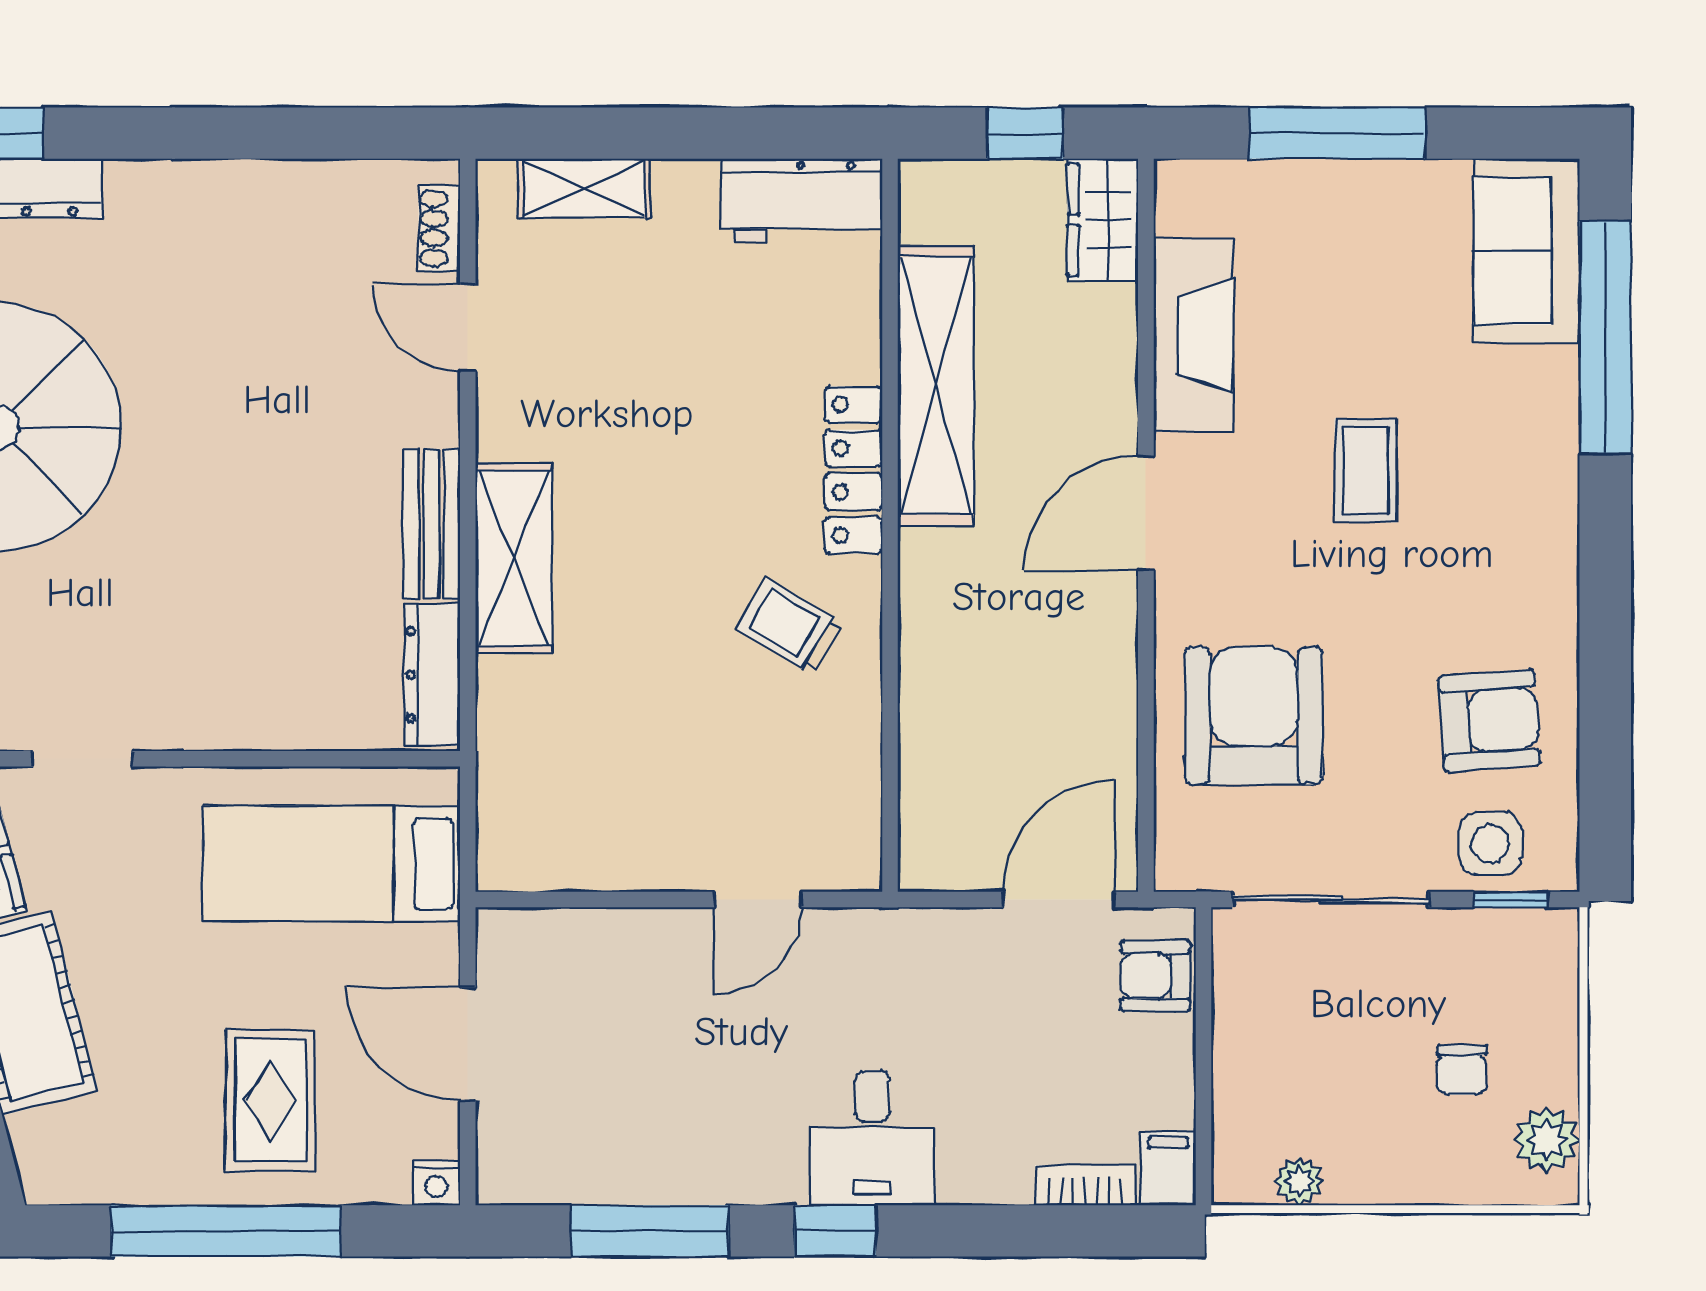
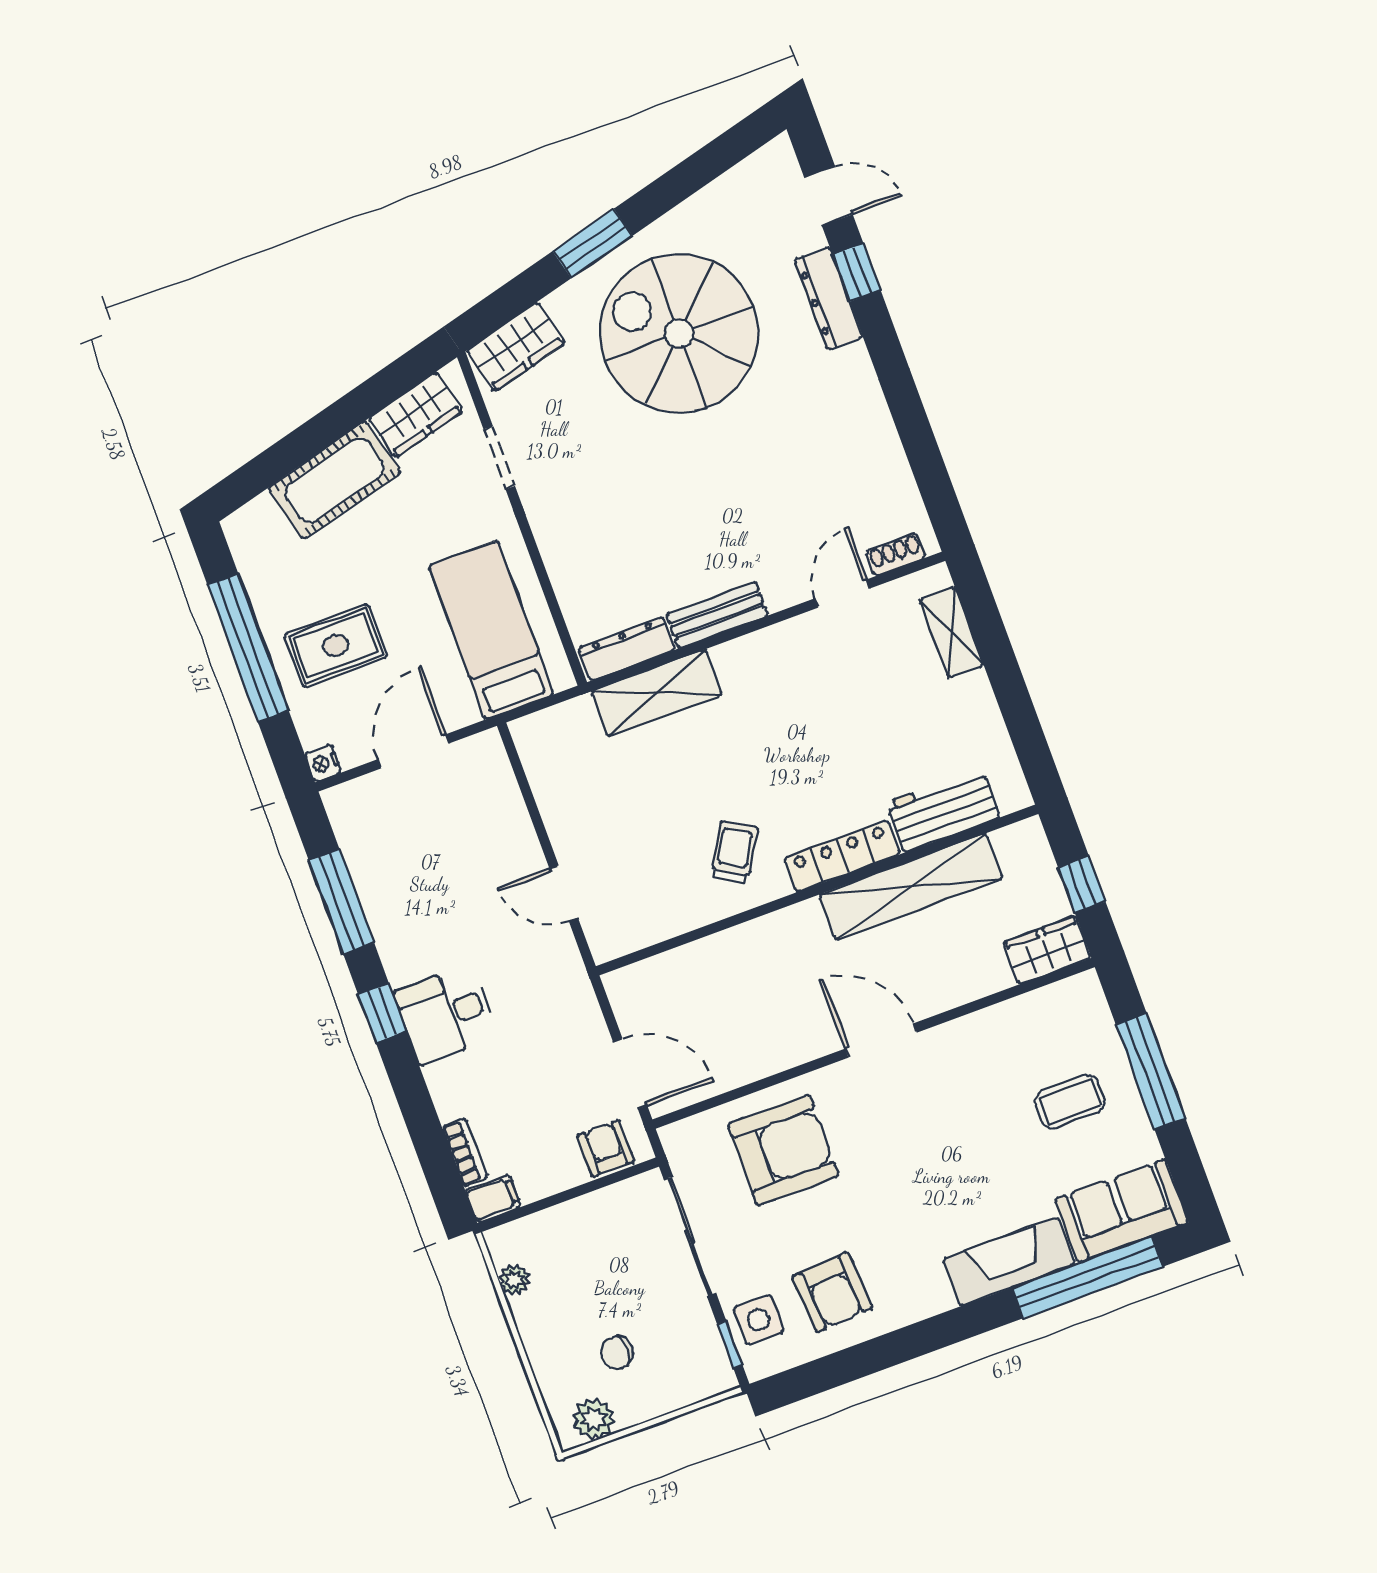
workbench: (801, 201) -> (943, 810), moved, turned 90
fireplace: (1193, 335) -> (1009, 1262), moved, turned 180
coffee table: (1366, 470) -> (1070, 1102), moved
shelving: (514, 558) -> (657, 693), moved

